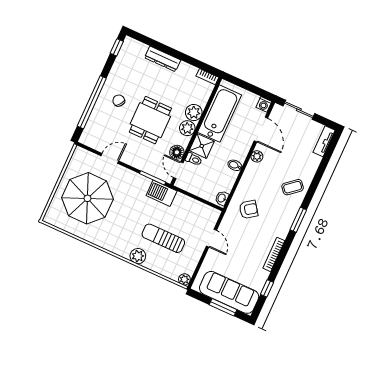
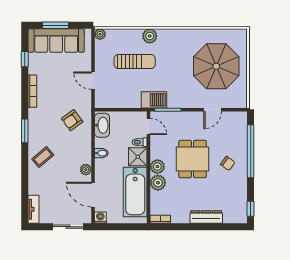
floor lamp: (177, 152) -> (157, 142), removed
washbasin: (222, 198) -> (102, 125), width x1.91, depth x1.45

